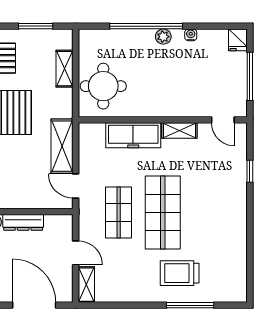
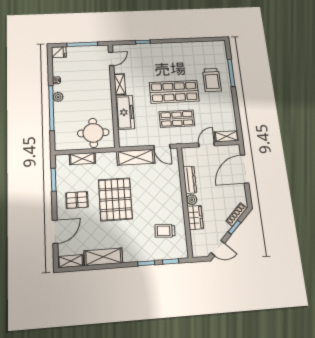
door: (76, 186) -> (162, 147), hinge flipped

